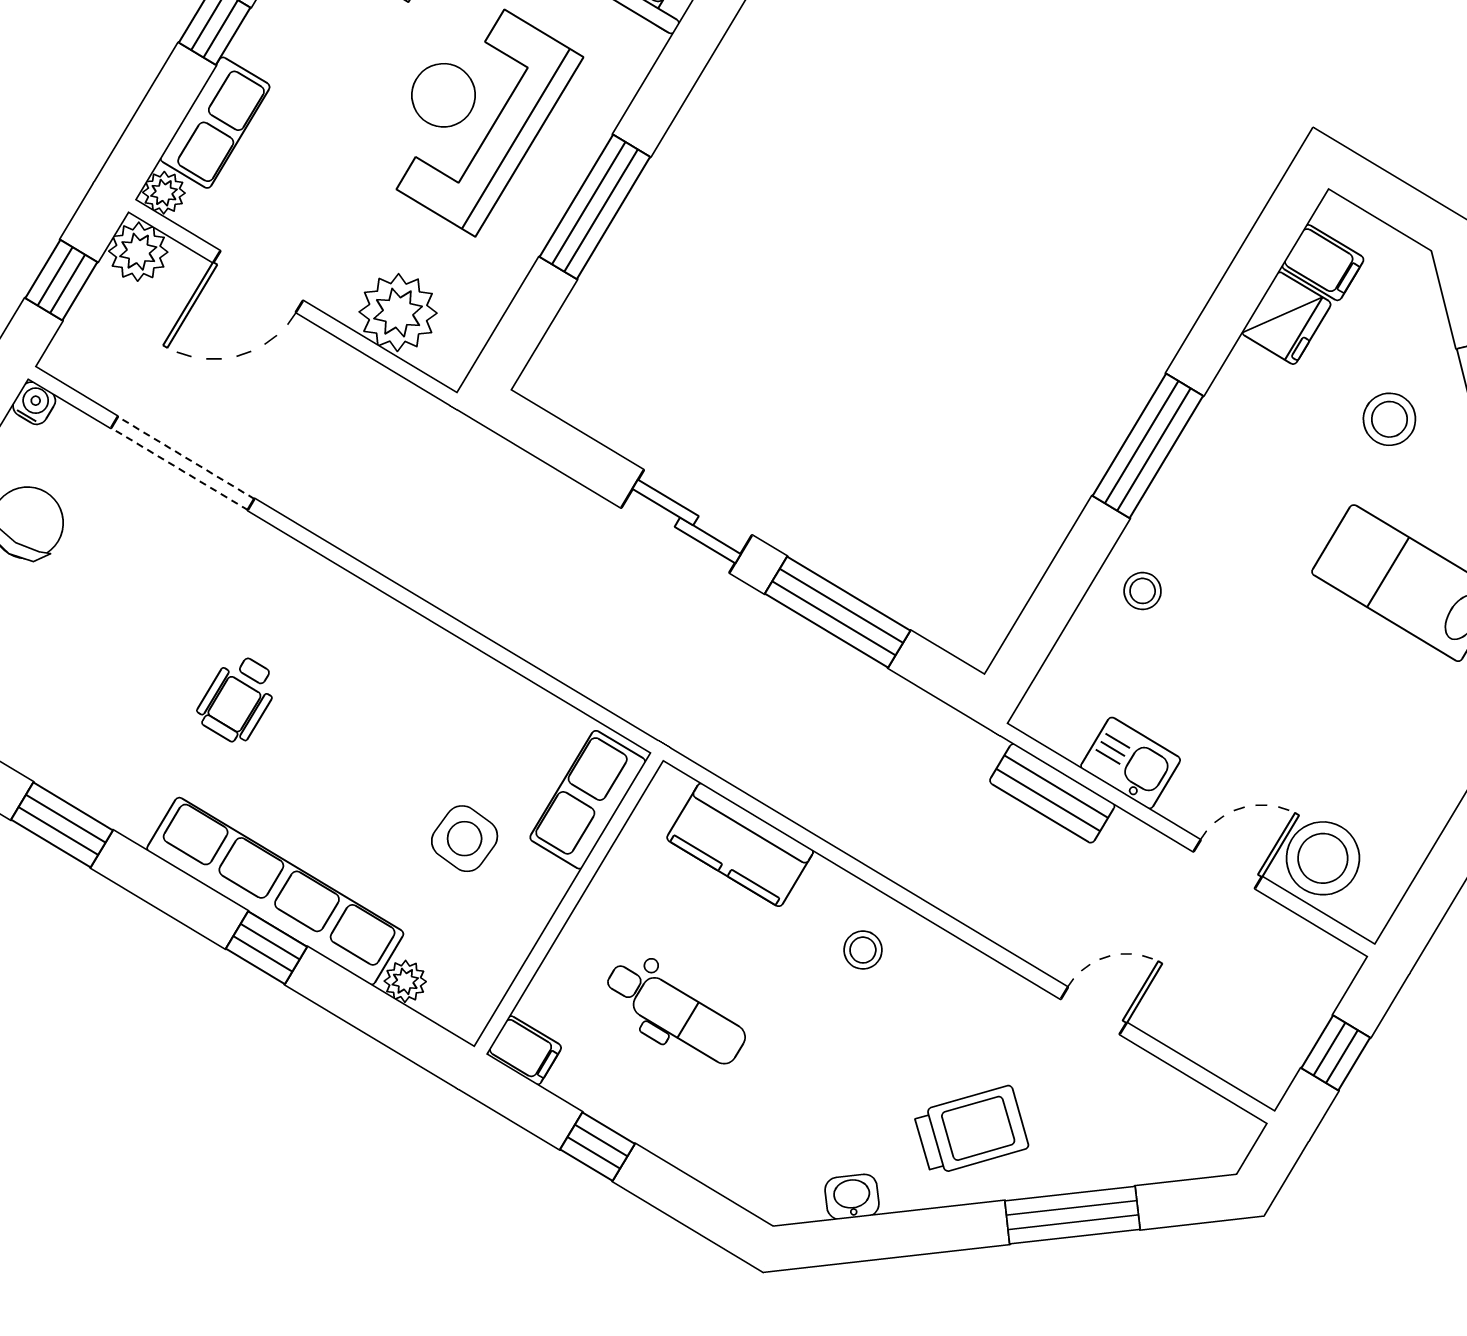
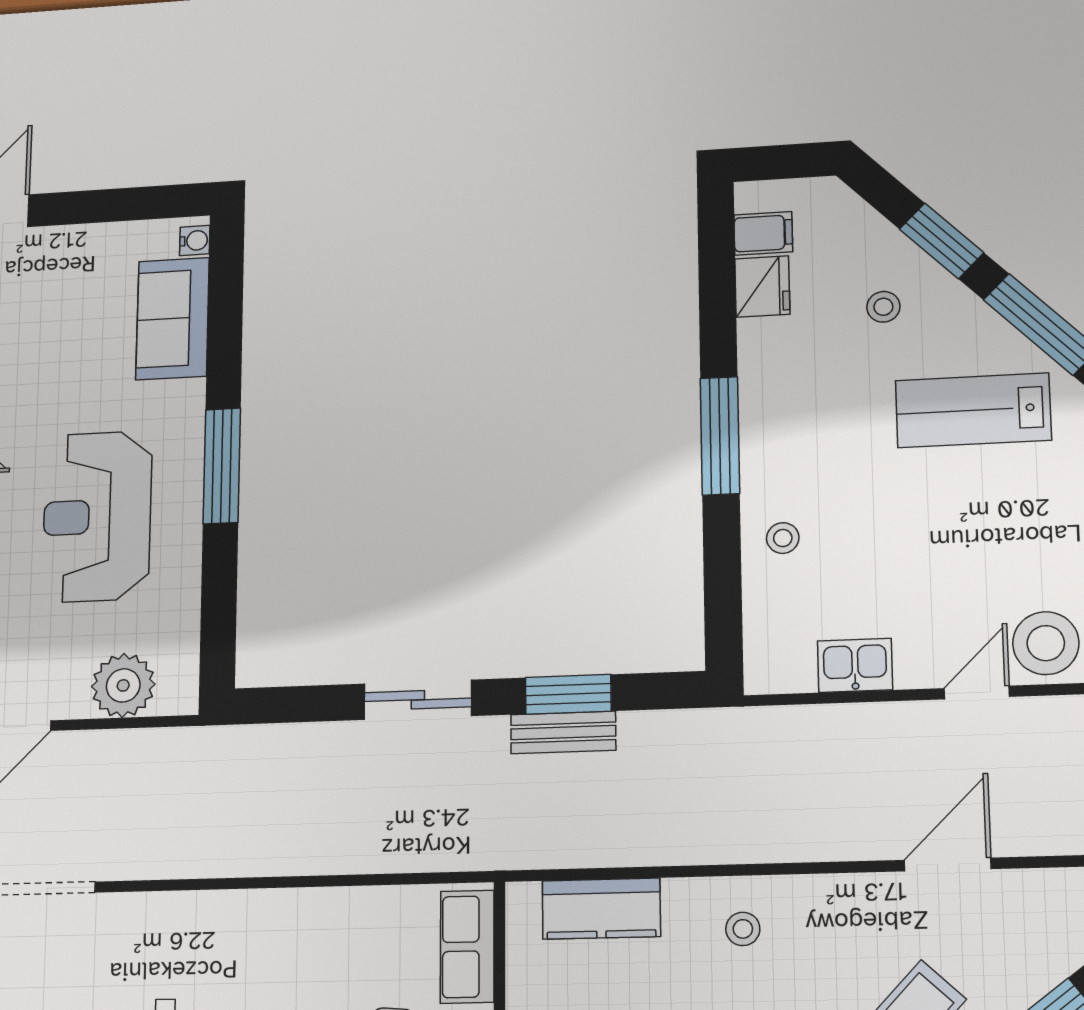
window: (595, 207) -> (222, 466), moved
stool: (1389, 419) -> (883, 307), width x0.73, depth x0.73
window: (838, 612) -> (568, 694), width x0.69
bench: (1052, 793) -> (563, 732), moved
door: (1094, 1011) -> (948, 864), width x1.38

